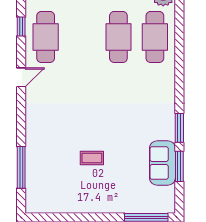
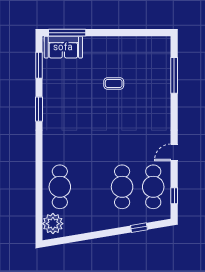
cafe table: (118, 37) -> (122, 187), moved
sofa: (162, 163) -> (63, 47), moved, turned 90
window: (179, 166) -> (39, 65), moved

